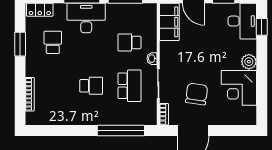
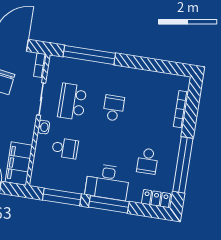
window: (20, 44) -> (183, 165), width x2.11
school desk: (91, 86) -> (114, 108), turned 90

